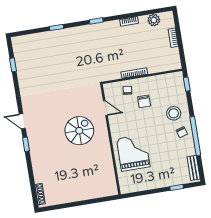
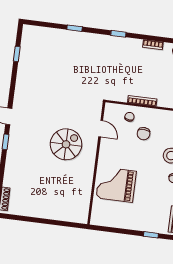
grand piano: (133, 153) -> (116, 185), turned -90

